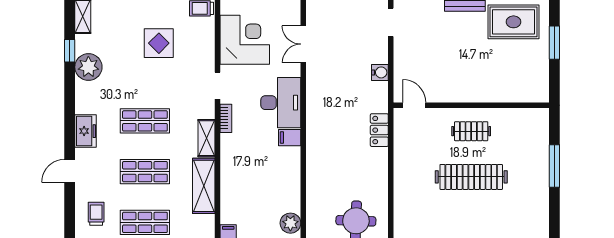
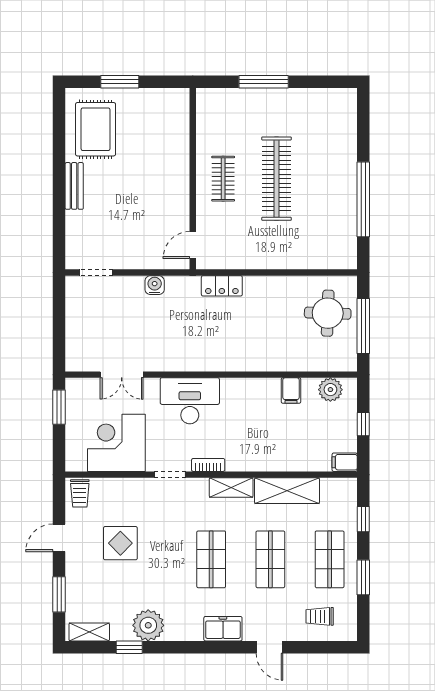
filing cabinet: (290, 138) -> (291, 391), moved

